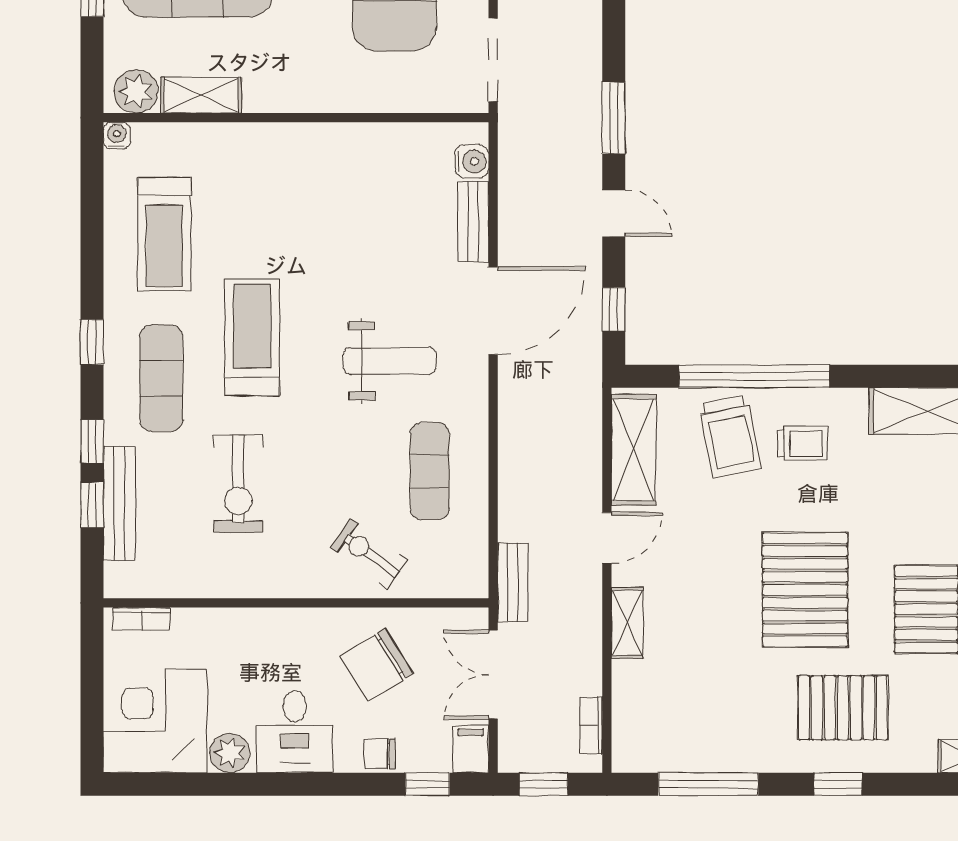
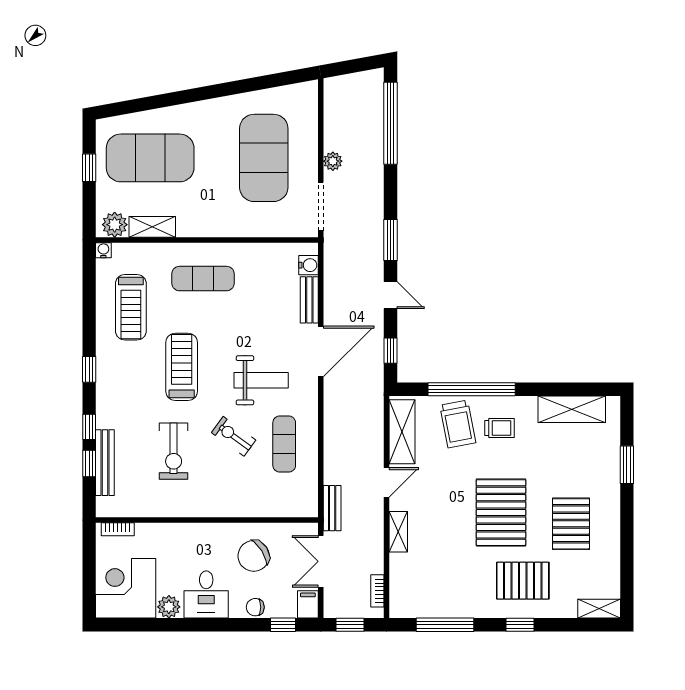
exercise mat: (161, 378) -> (203, 279), moved, turned 90
exercise bike: (369, 554) -> (234, 436), moved

